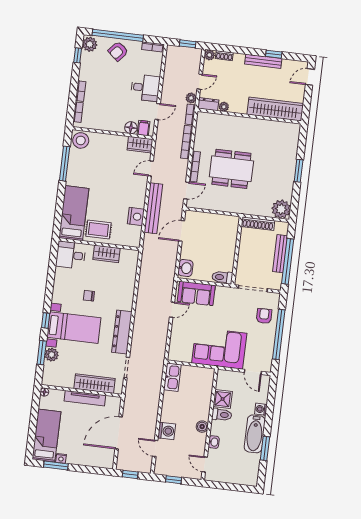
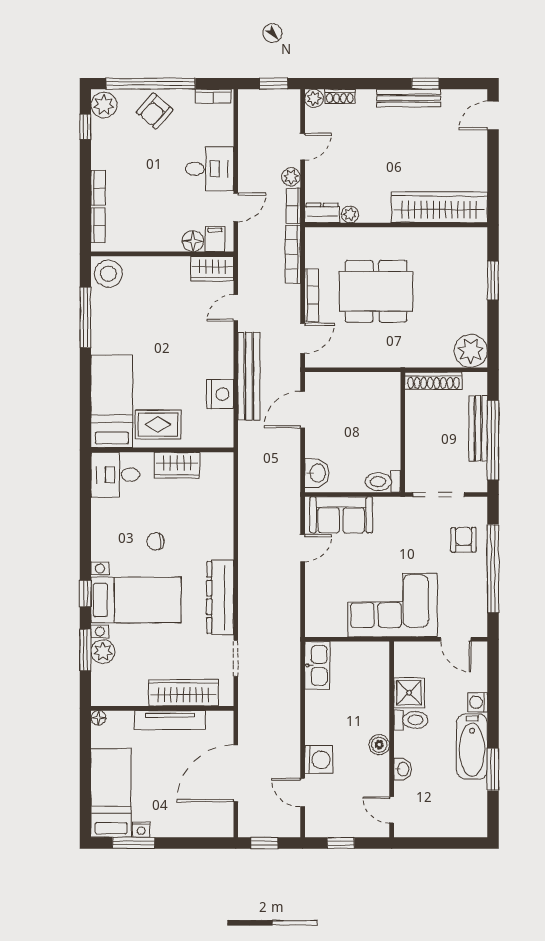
dresser: (208, 104) -> (322, 213), moved
plant: (224, 107) -> (350, 214), moved
wardrobe: (275, 109) -> (439, 207), moved
wall: (249, 116) -> (396, 225), moved

